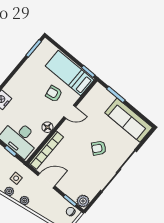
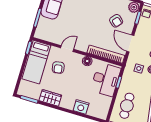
wardrobe: (25, 71) -> (50, 98), added
door: (70, 112) -> (67, 49), hinge flipped
armchair: (99, 148) -> (116, 21), moved

